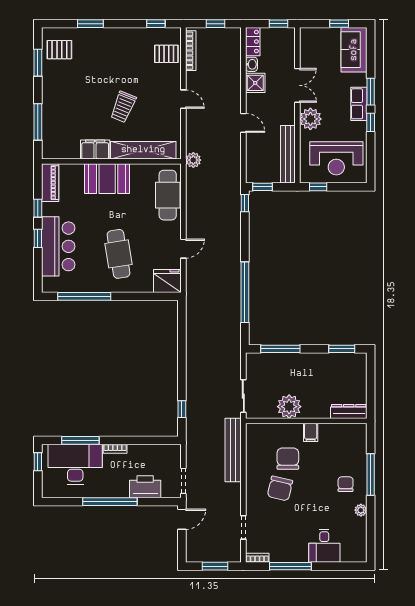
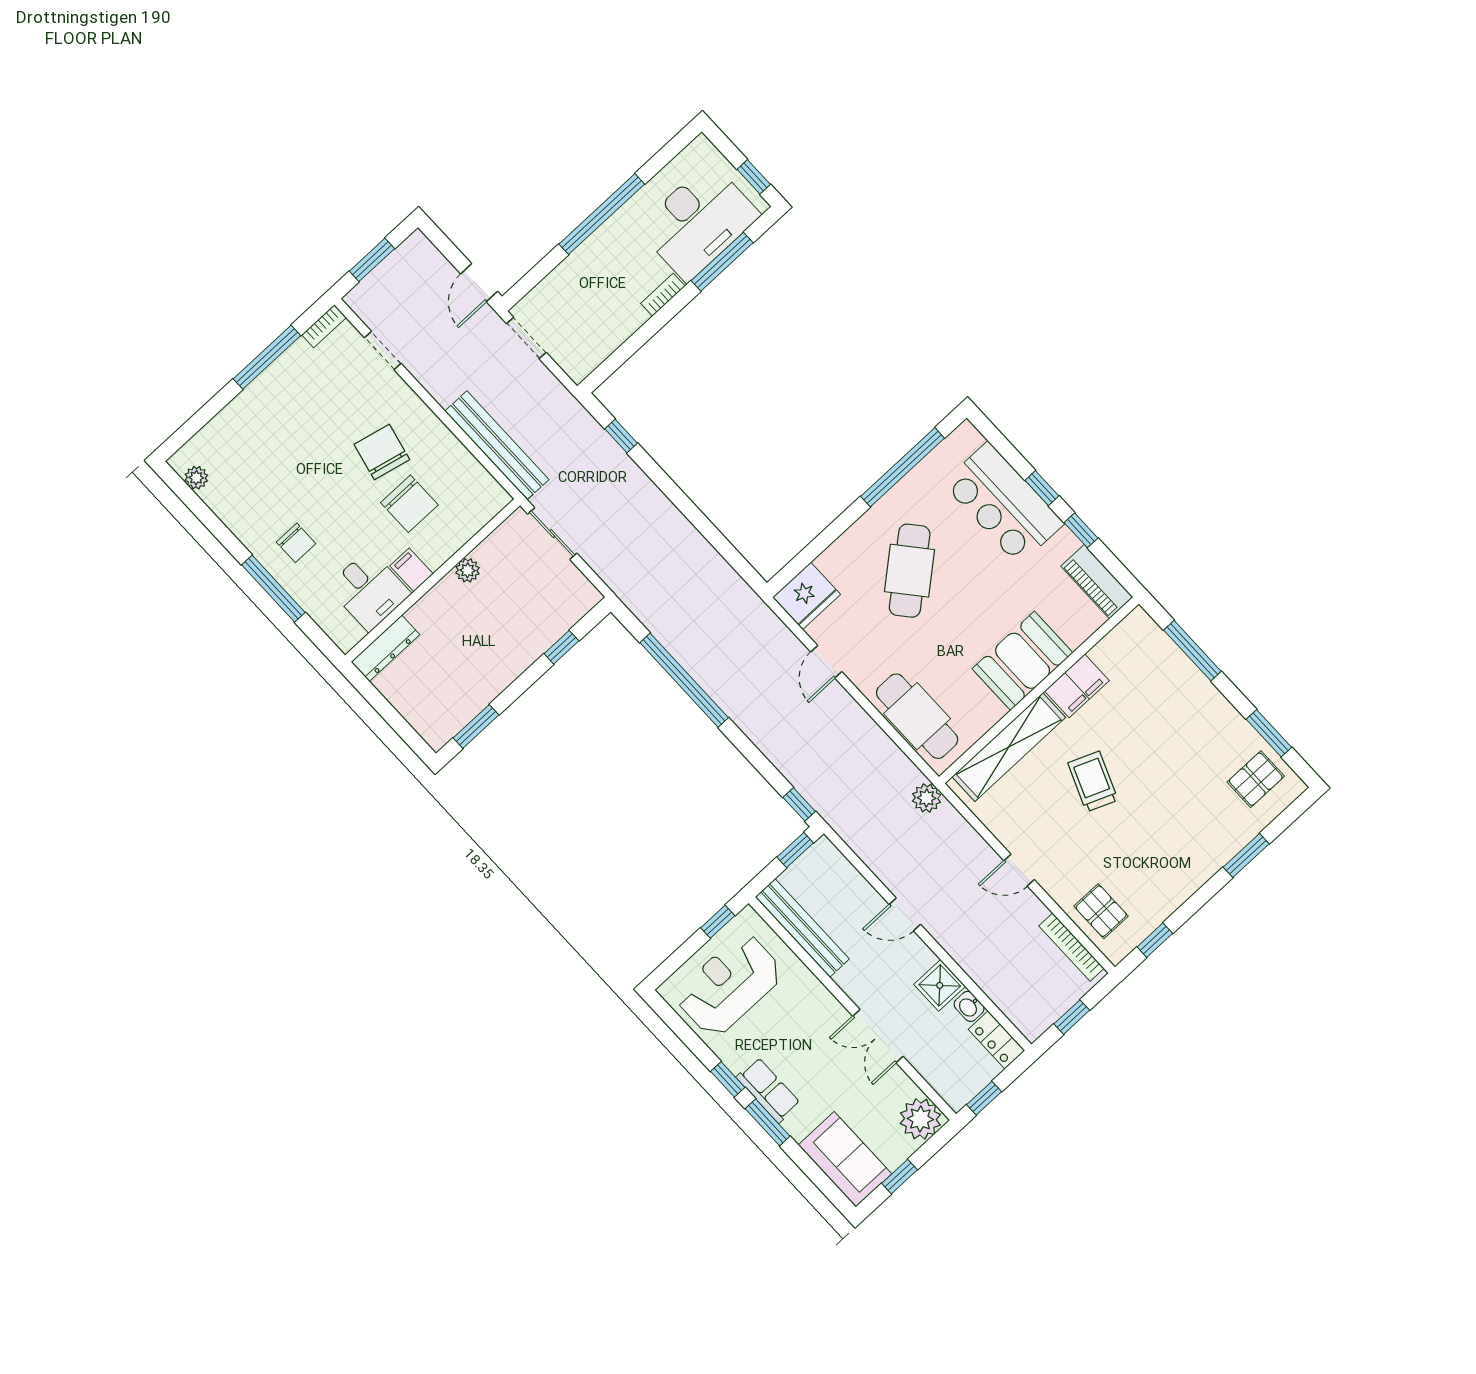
pallet: (166, 54) -> (1101, 911), turned 90
plant: (310, 119) -> (920, 1119), moved
cafe table: (119, 254) -> (910, 571), turned 59
window: (280, 349) -> (561, 647), width x0.46
plant: (289, 407) -> (468, 570), width x0.53, depth x0.53
printer: (145, 487) -> (572, 280), removed
plant: (361, 510) -> (196, 478), moved
desk: (324, 546) -> (369, 590), moved, turned 180

